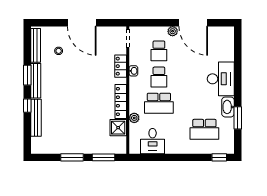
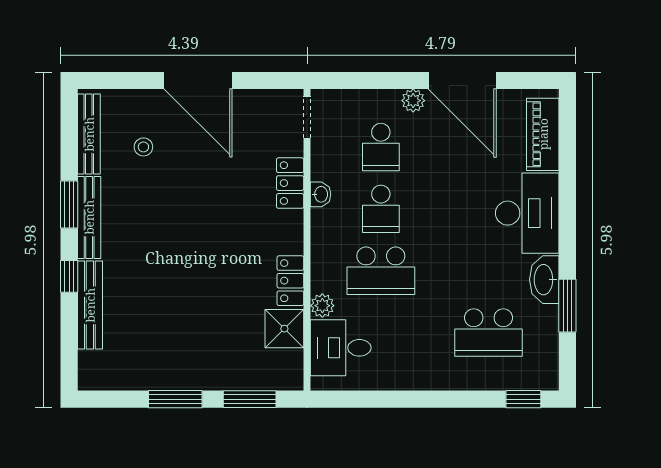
piano: (227, 46) -> (543, 134), added
locker: (121, 102) -> (290, 281), width x0.66
desk: (153, 141) -> (341, 348), moved, turned 90

